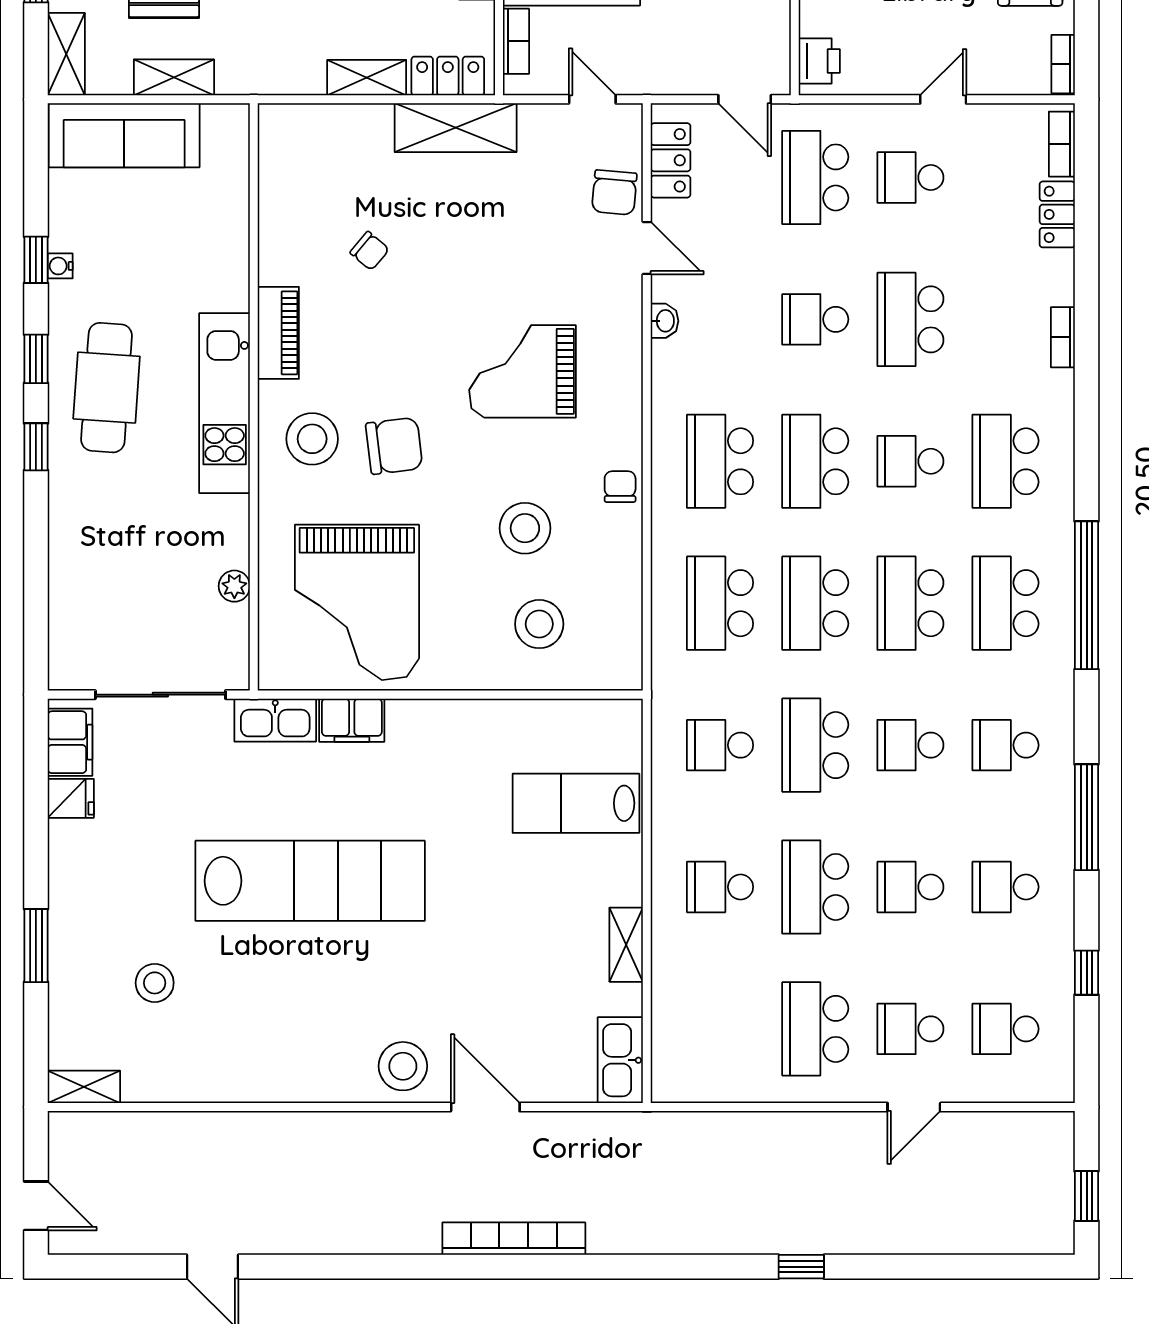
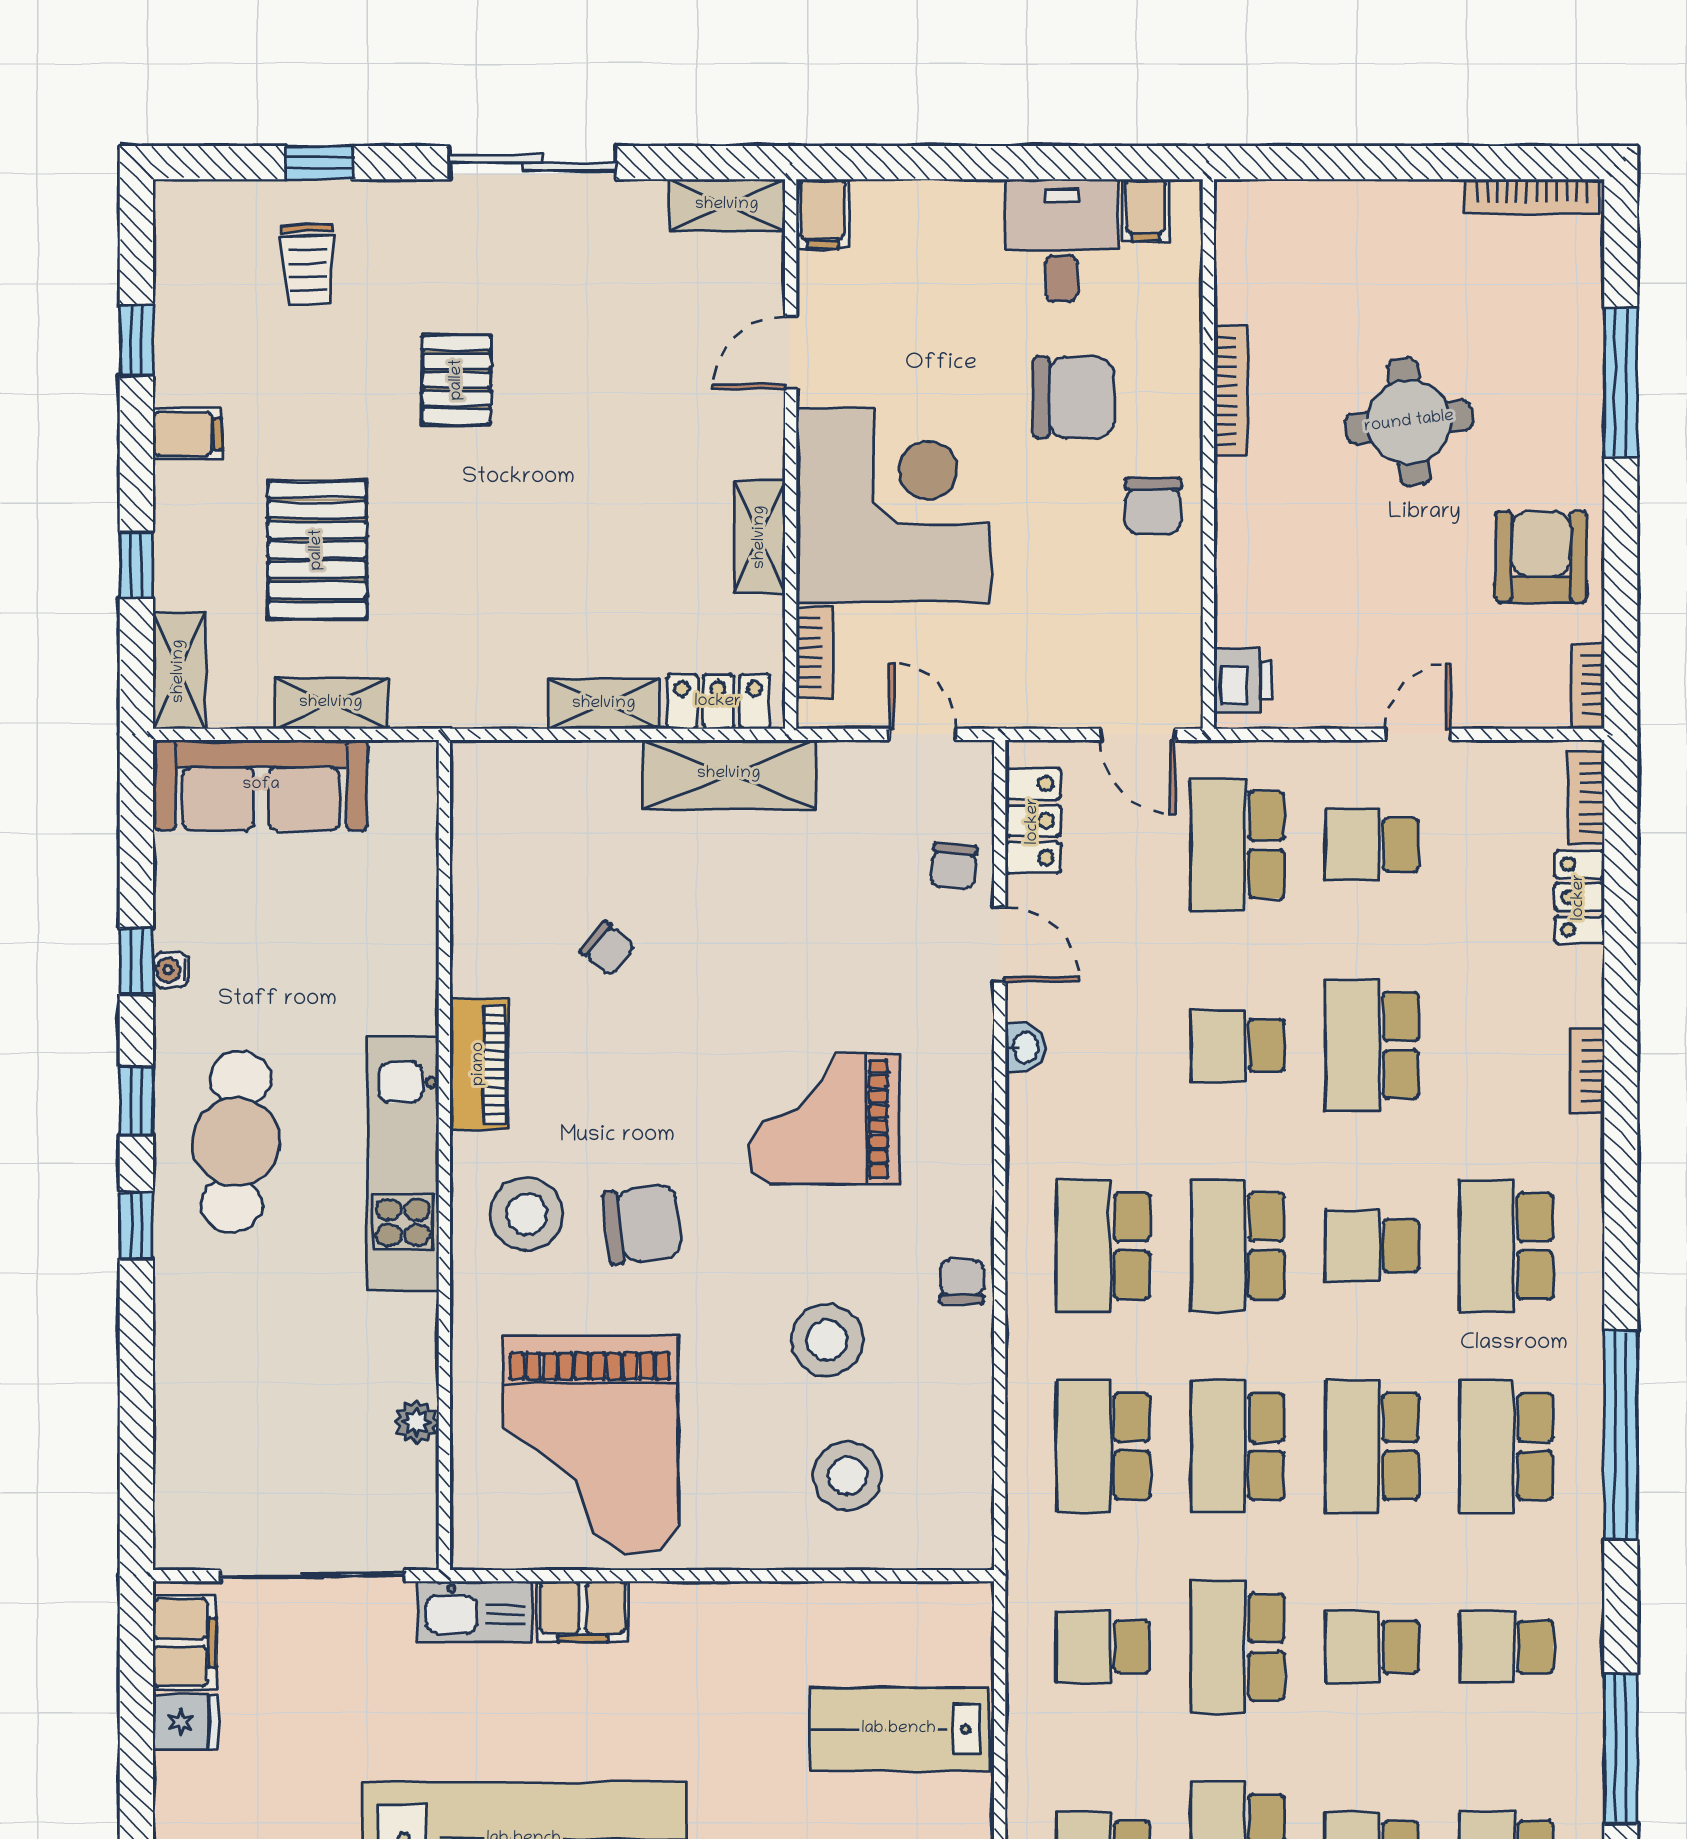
chair: (614, 192) -> (954, 866), width x0.73, depth x0.73

